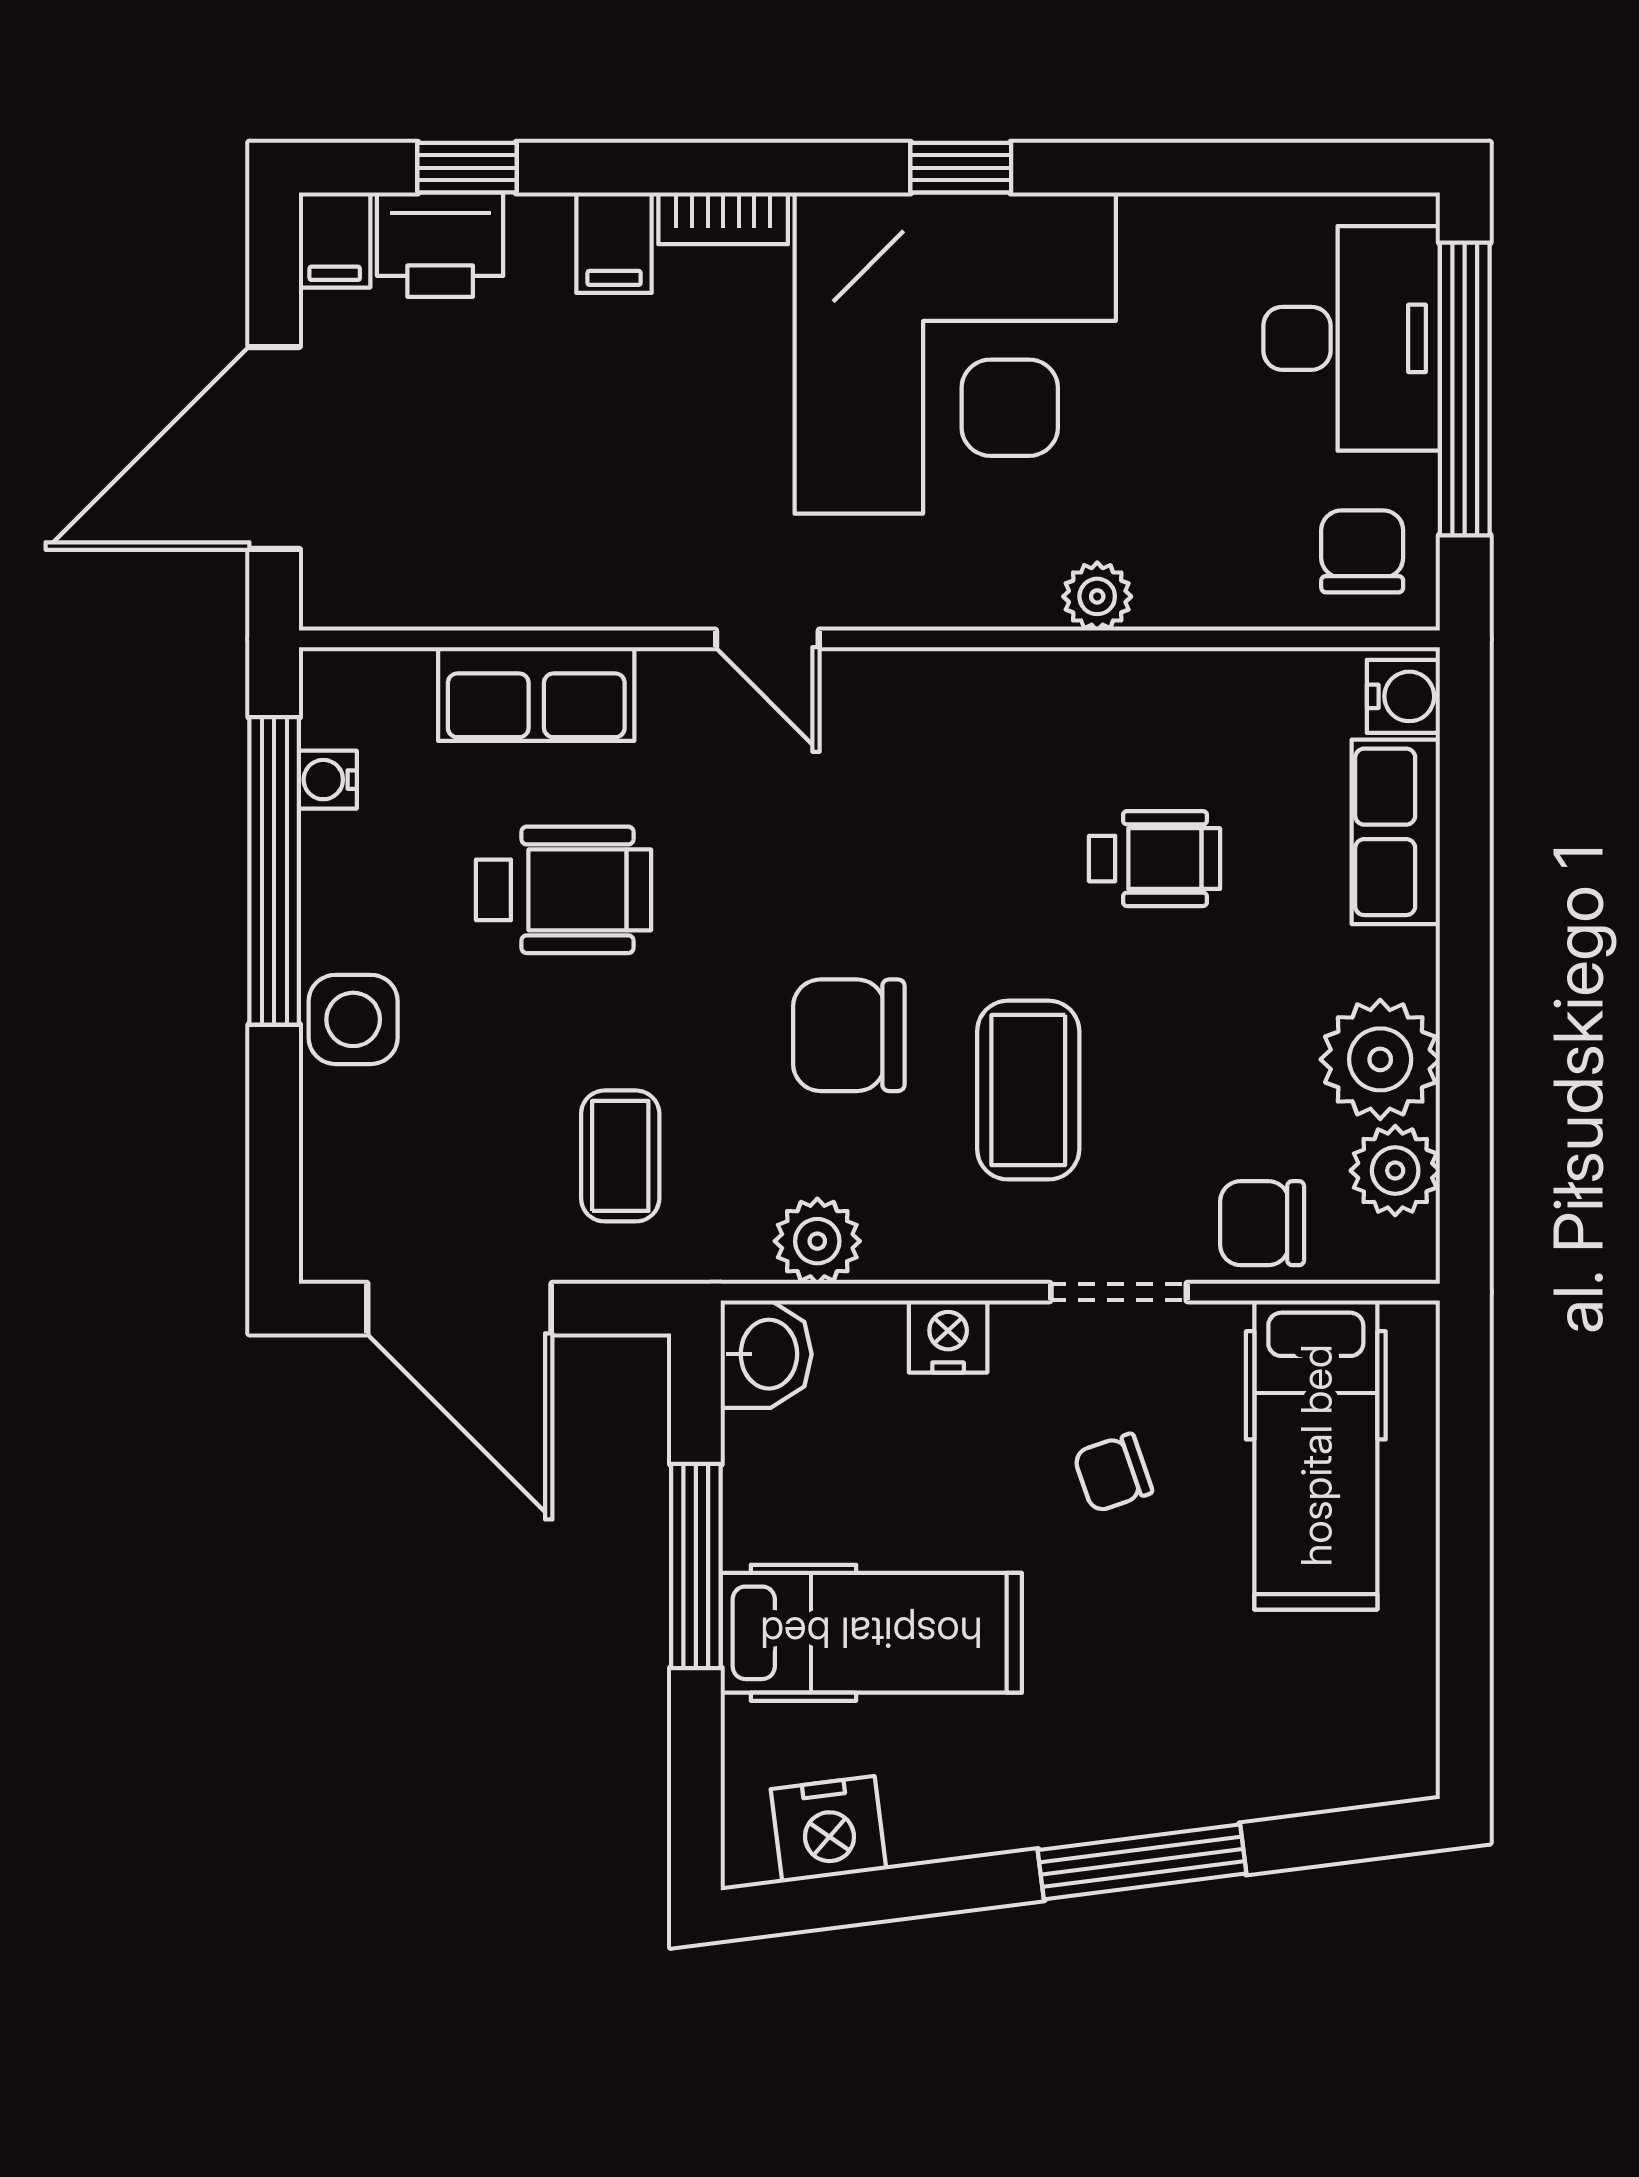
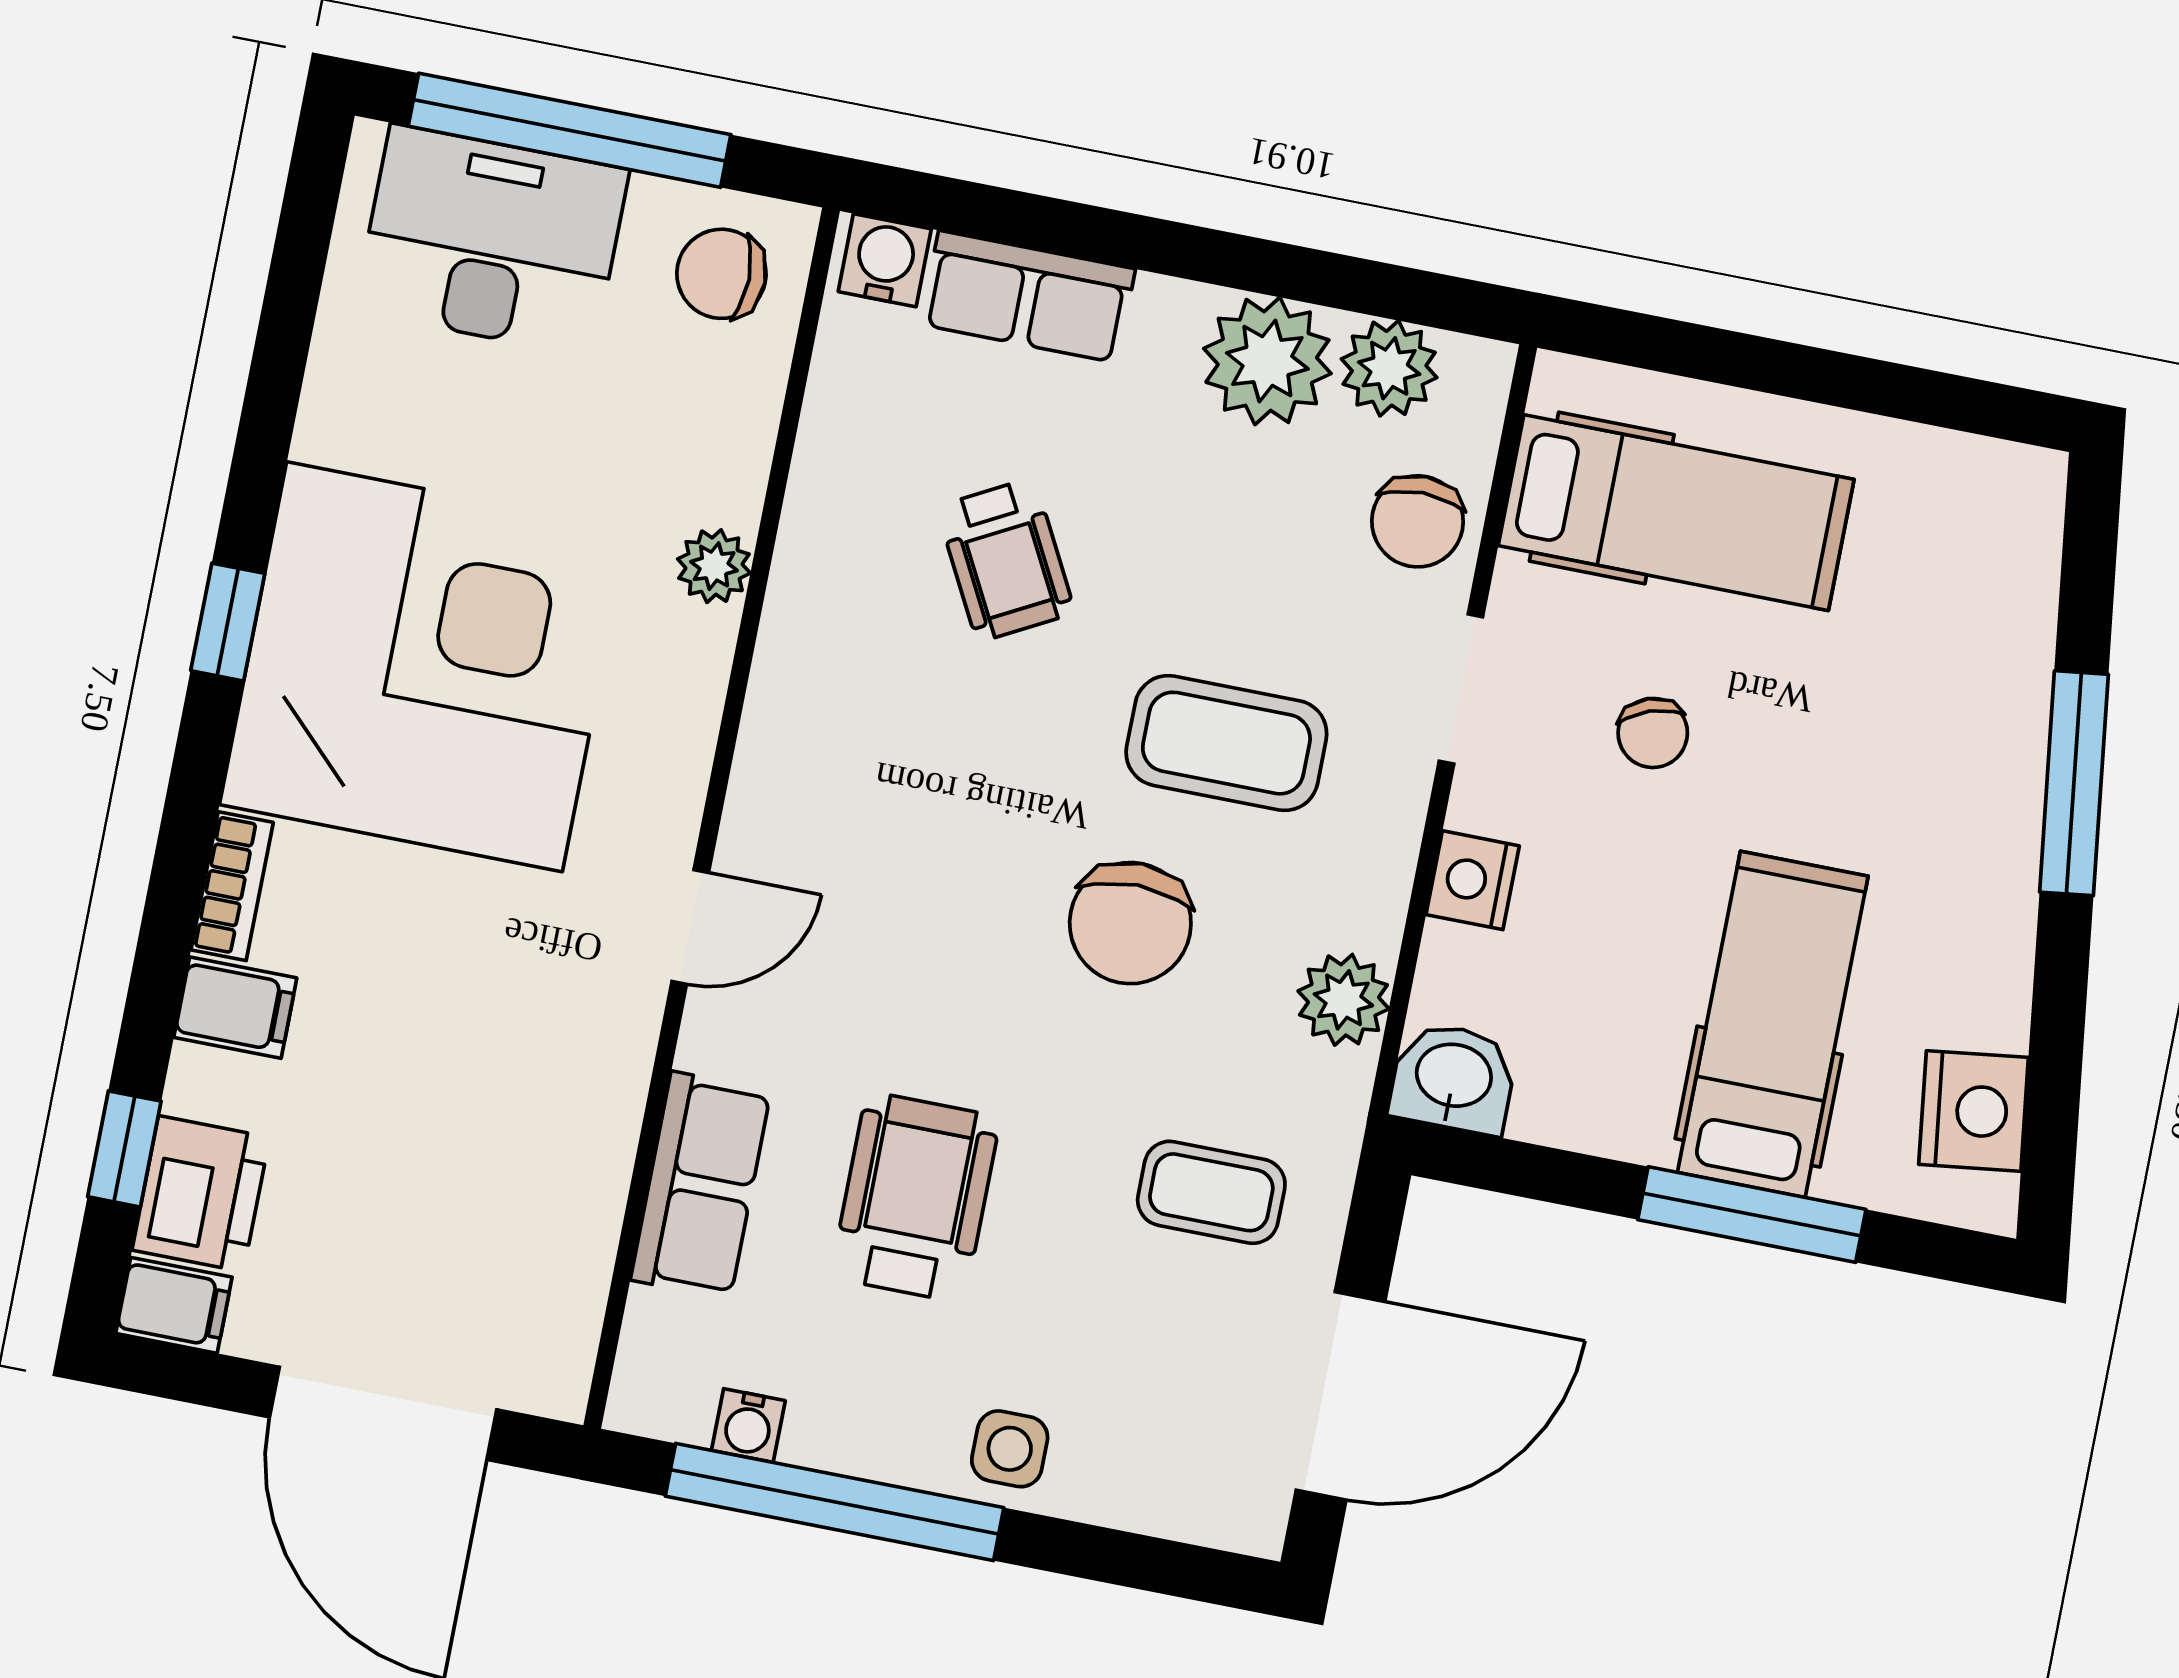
wheelchair: (1154, 859) -> (1006, 560), turned 152
side table: (353, 1019) -> (1010, 1449), width x0.73, depth x0.73
window: (696, 1566) -> (1752, 1215), moved

